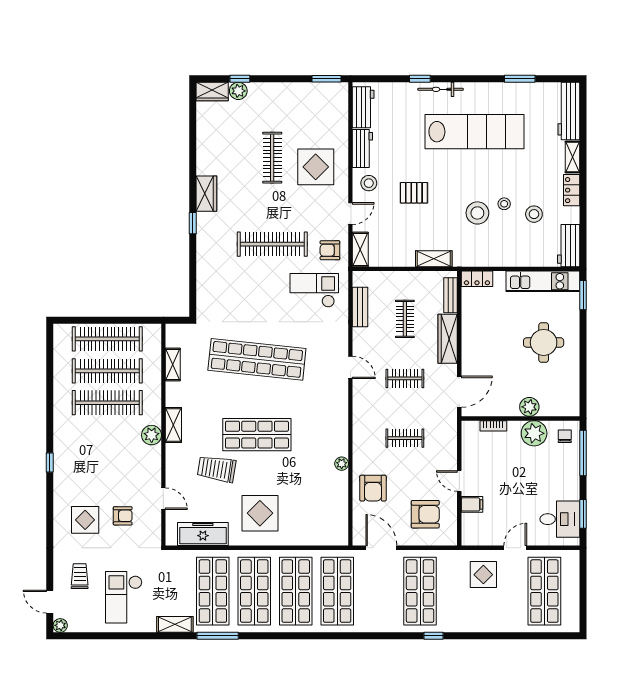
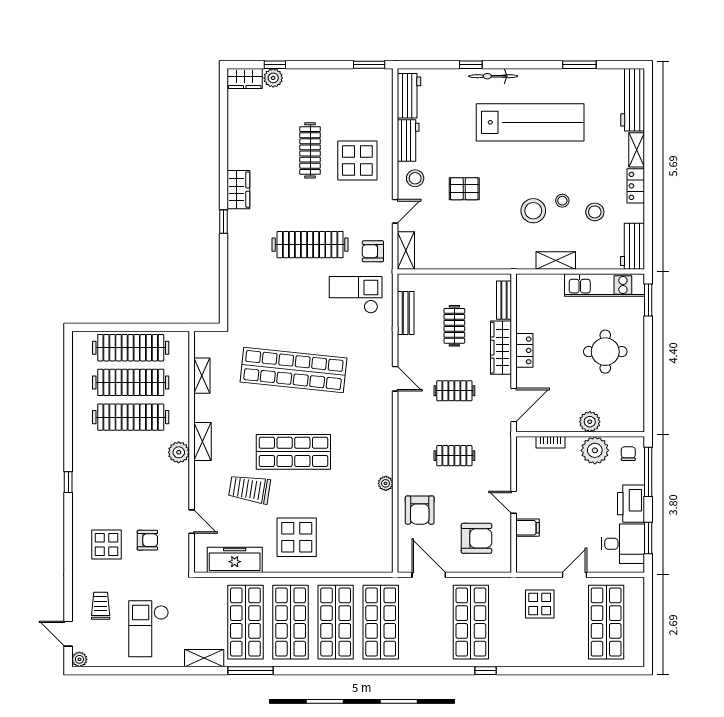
shelving: (434, 259) -> (556, 260), moved
locker: (477, 279) -> (524, 350), moved, turned -90
printer: (567, 482) -> (631, 504), added

